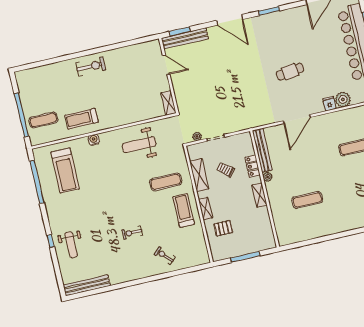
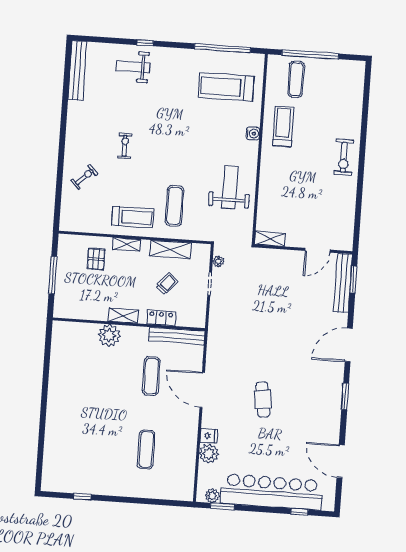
plant: (268, 177) -> (109, 335), moved, width x1.88, depth x1.88
exercise mat: (307, 200) -> (151, 376), moved

